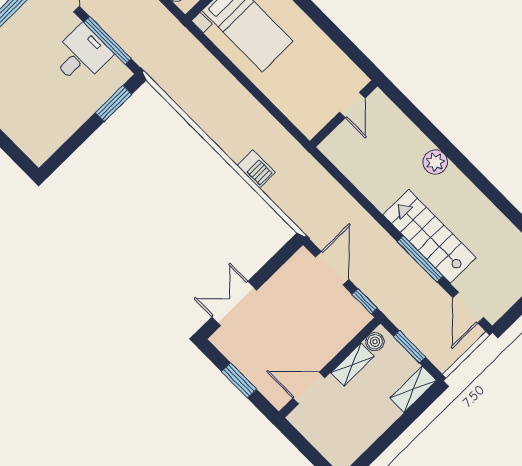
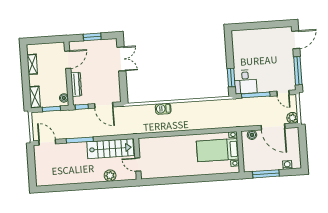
desk: (81, 55) -> (245, 82), moved
door: (352, 105) -> (138, 165), moved
wall: (344, 114) -> (137, 159), moved
stairs: (429, 236) -> (110, 149), moved
dresser: (336, 341) -> (76, 84), added
shelving: (352, 364) -> (32, 64), moved

